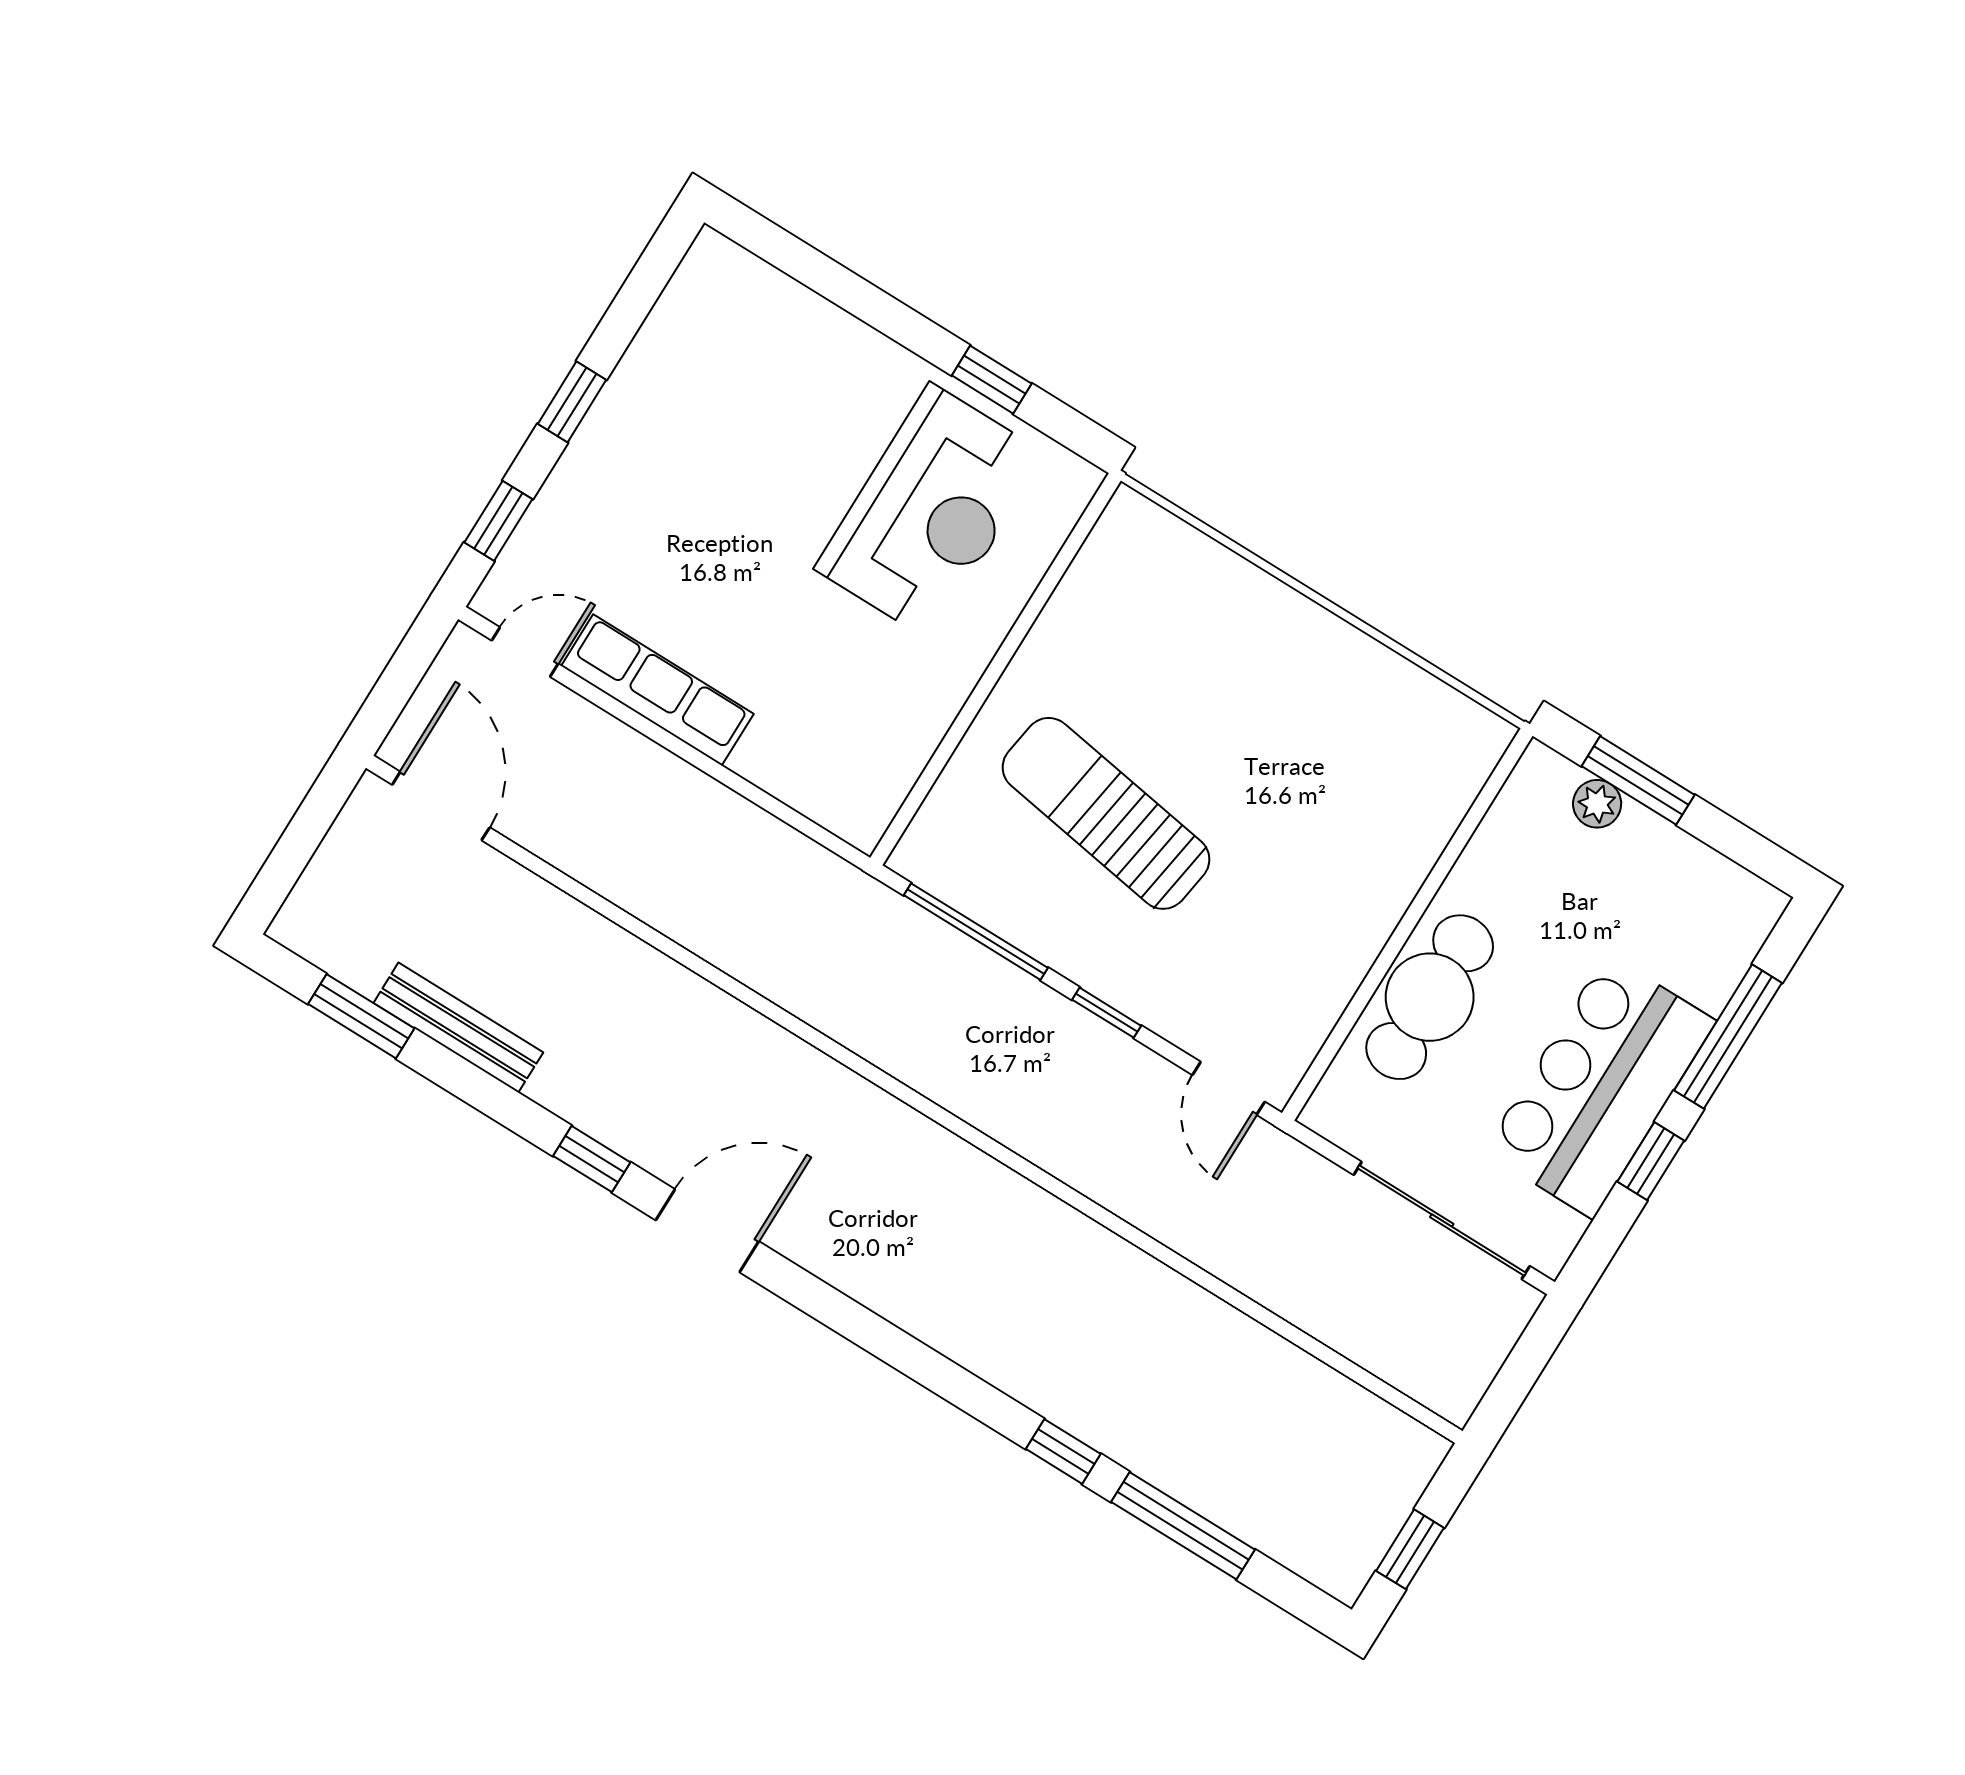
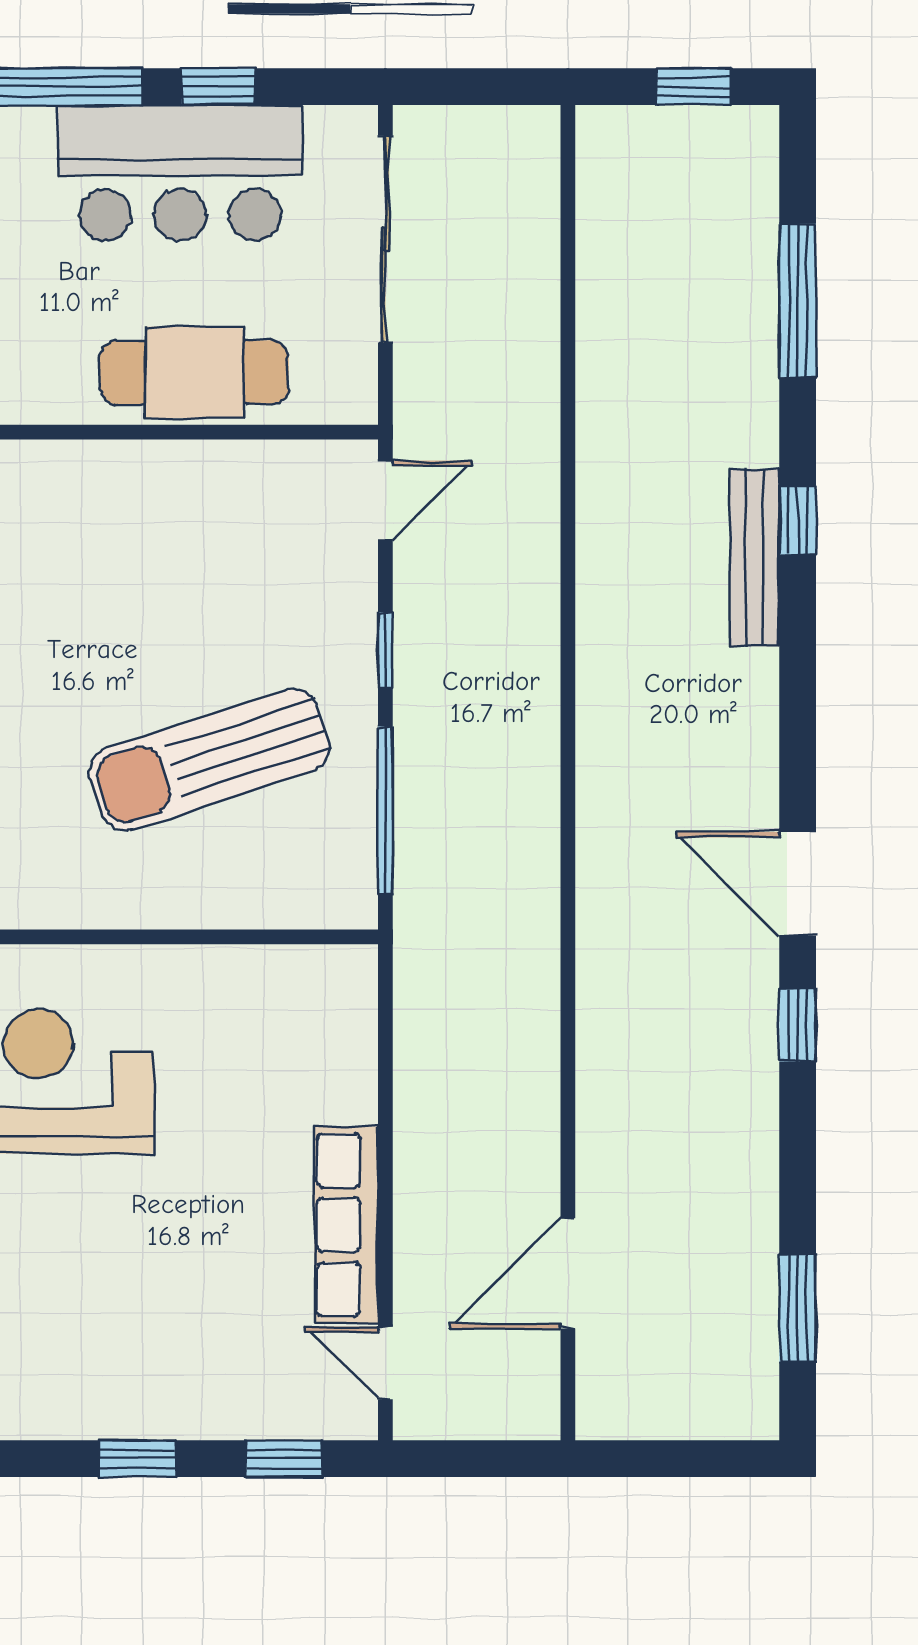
door: (441, 806) -> (568, 1273), moved
sun lounger: (1106, 813) -> (209, 760), turned 63
bench: (458, 1028) -> (755, 558), moved
window: (1063, 1451) -> (798, 520), moved

